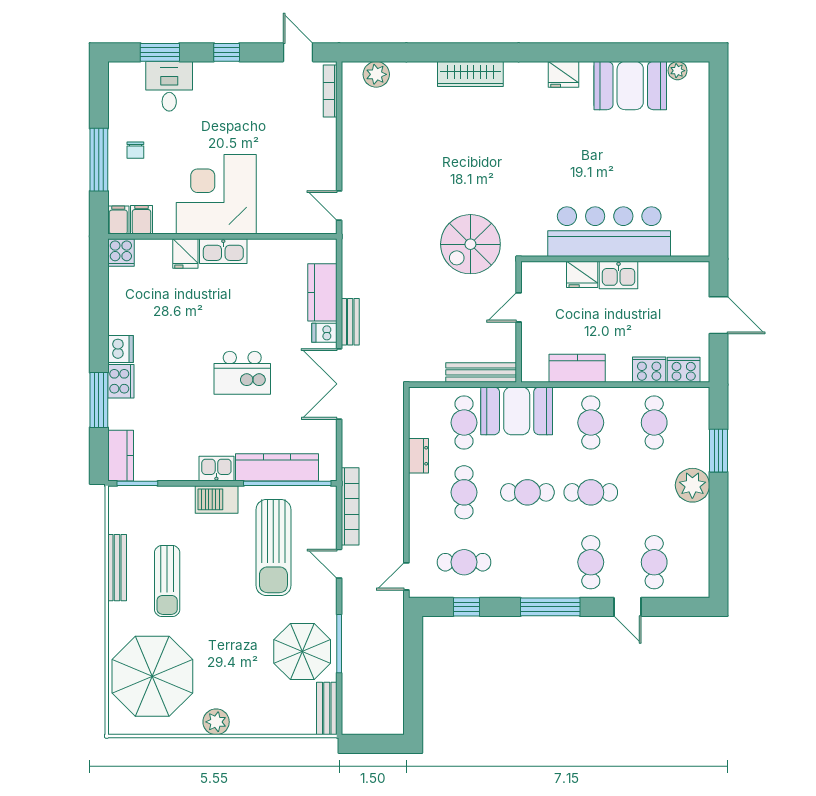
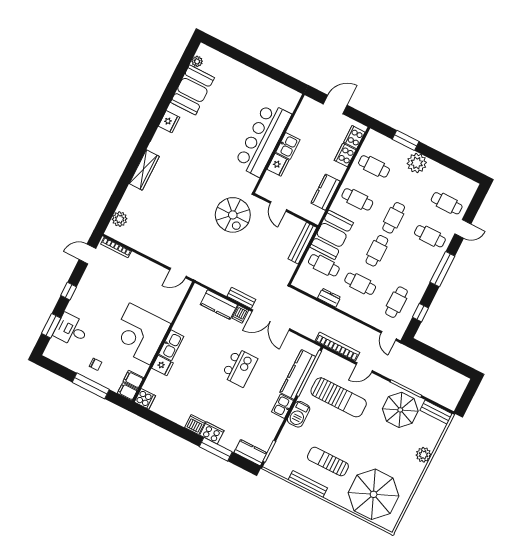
sun lounger: (167, 581) -> (328, 462), turned 180
plant: (216, 722) -> (423, 455), moved

